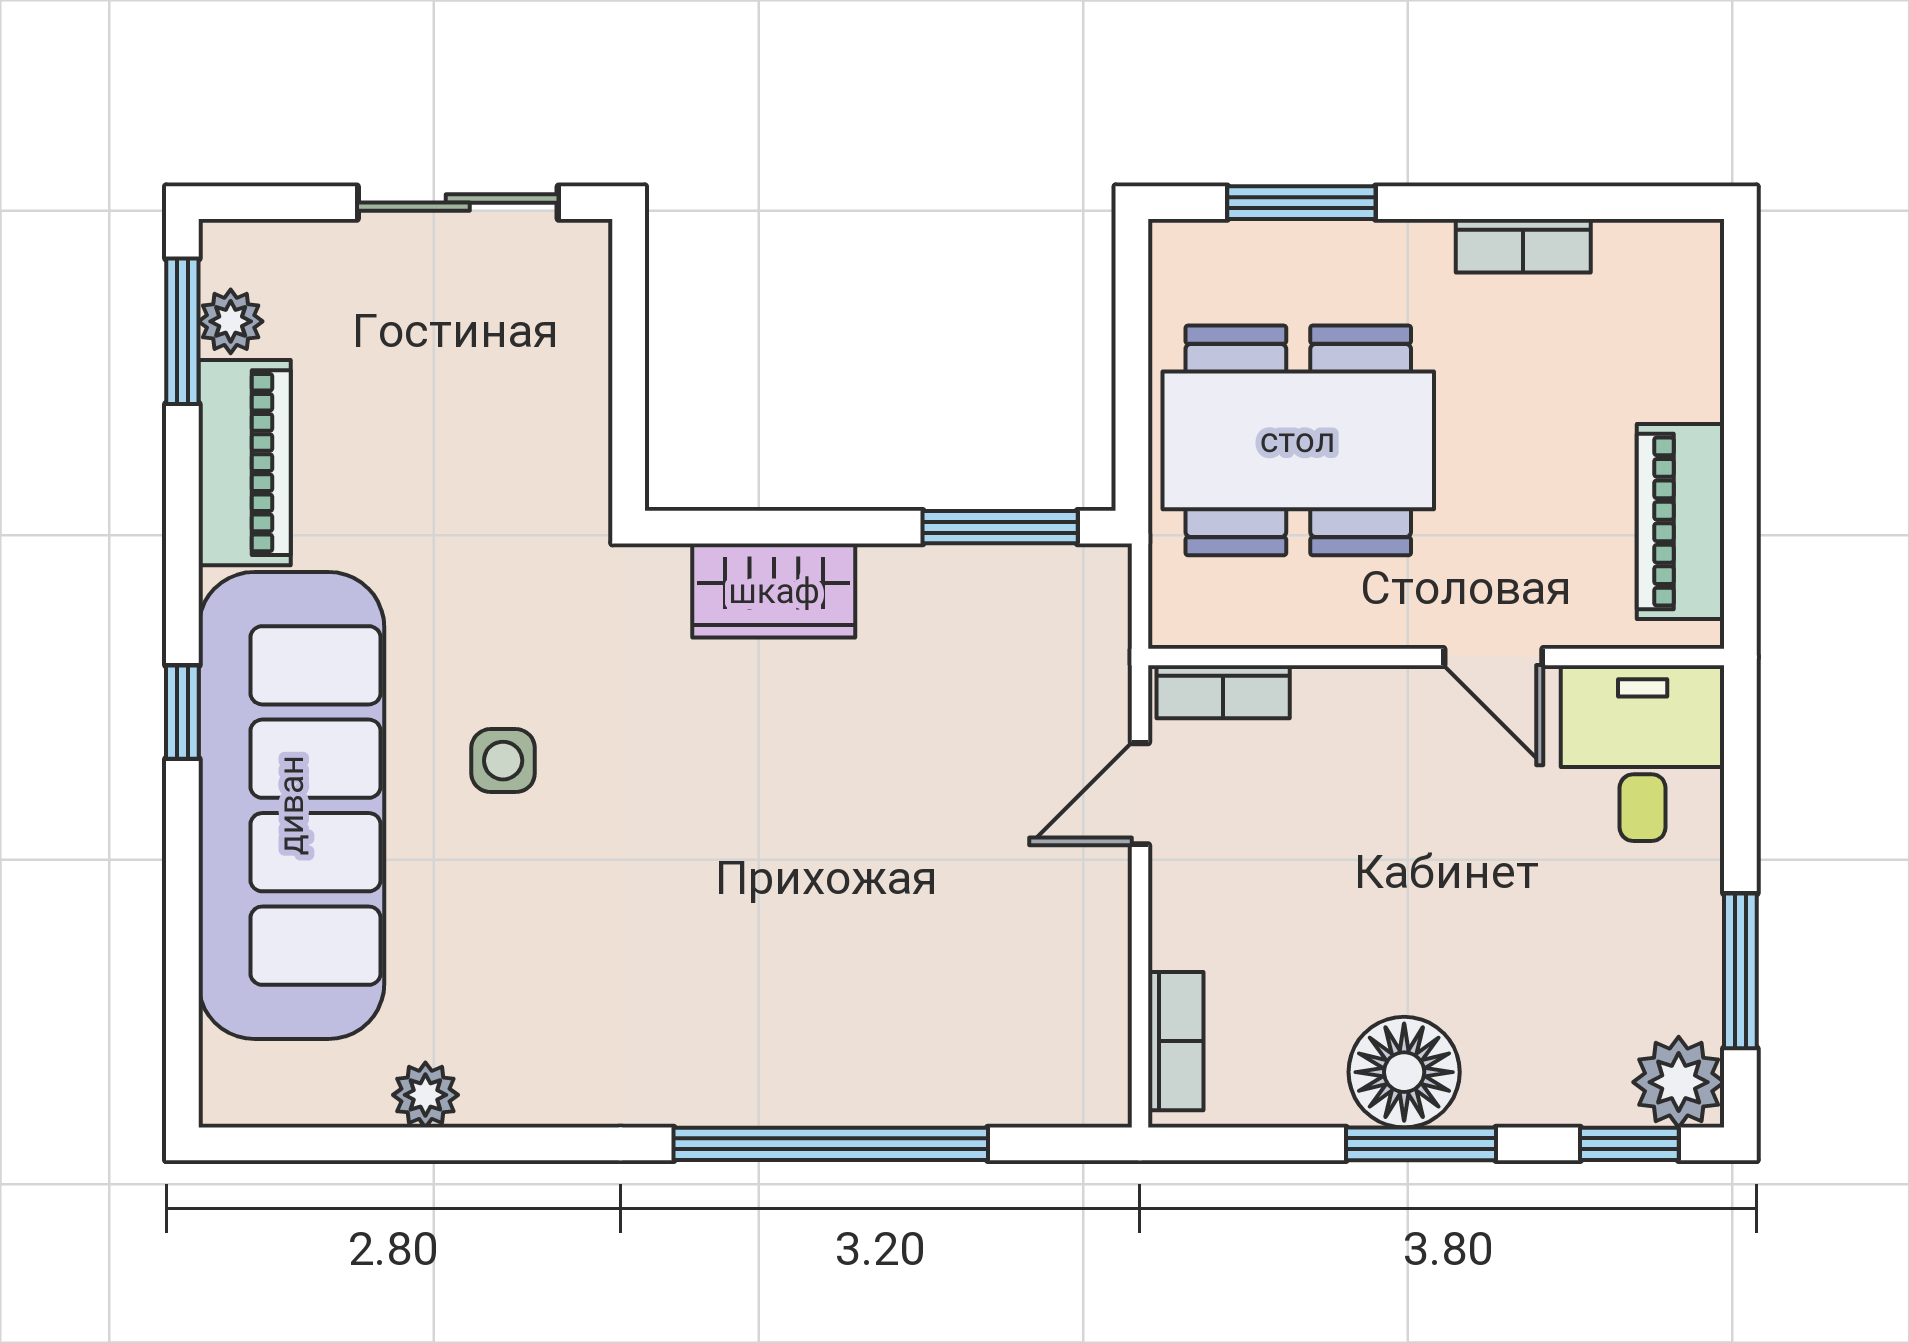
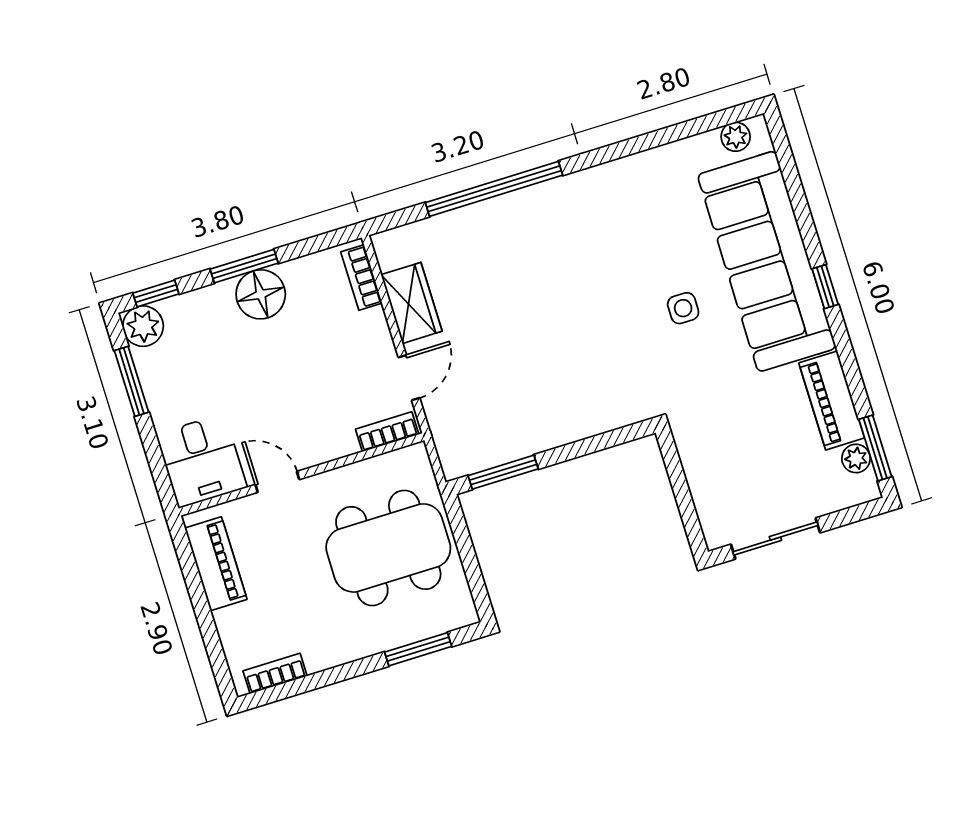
bookcase: (1523, 246) -> (275, 673), moved
wardrobe: (774, 591) -> (412, 303), moved, turned 90
plant: (425, 1095) -> (736, 137), moved

